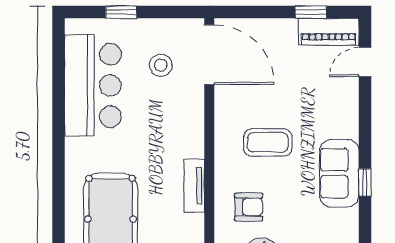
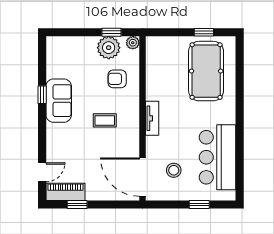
coffee table: (268, 142) -> (105, 120), width x0.73, depth x0.77
tv unit: (194, 186) -> (152, 118), moved

